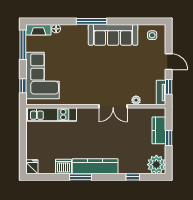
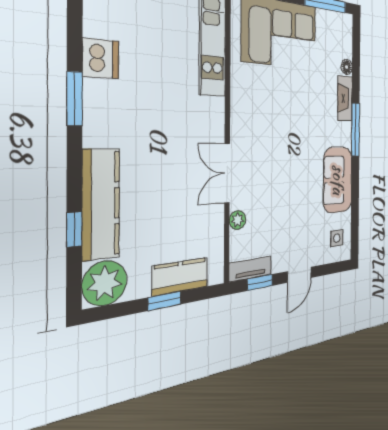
fireplace: (38, 30) -> (345, 98), moved
sofa: (113, 35) -> (338, 180), width x0.73
kitchen counter: (95, 166) -> (101, 204), moved

